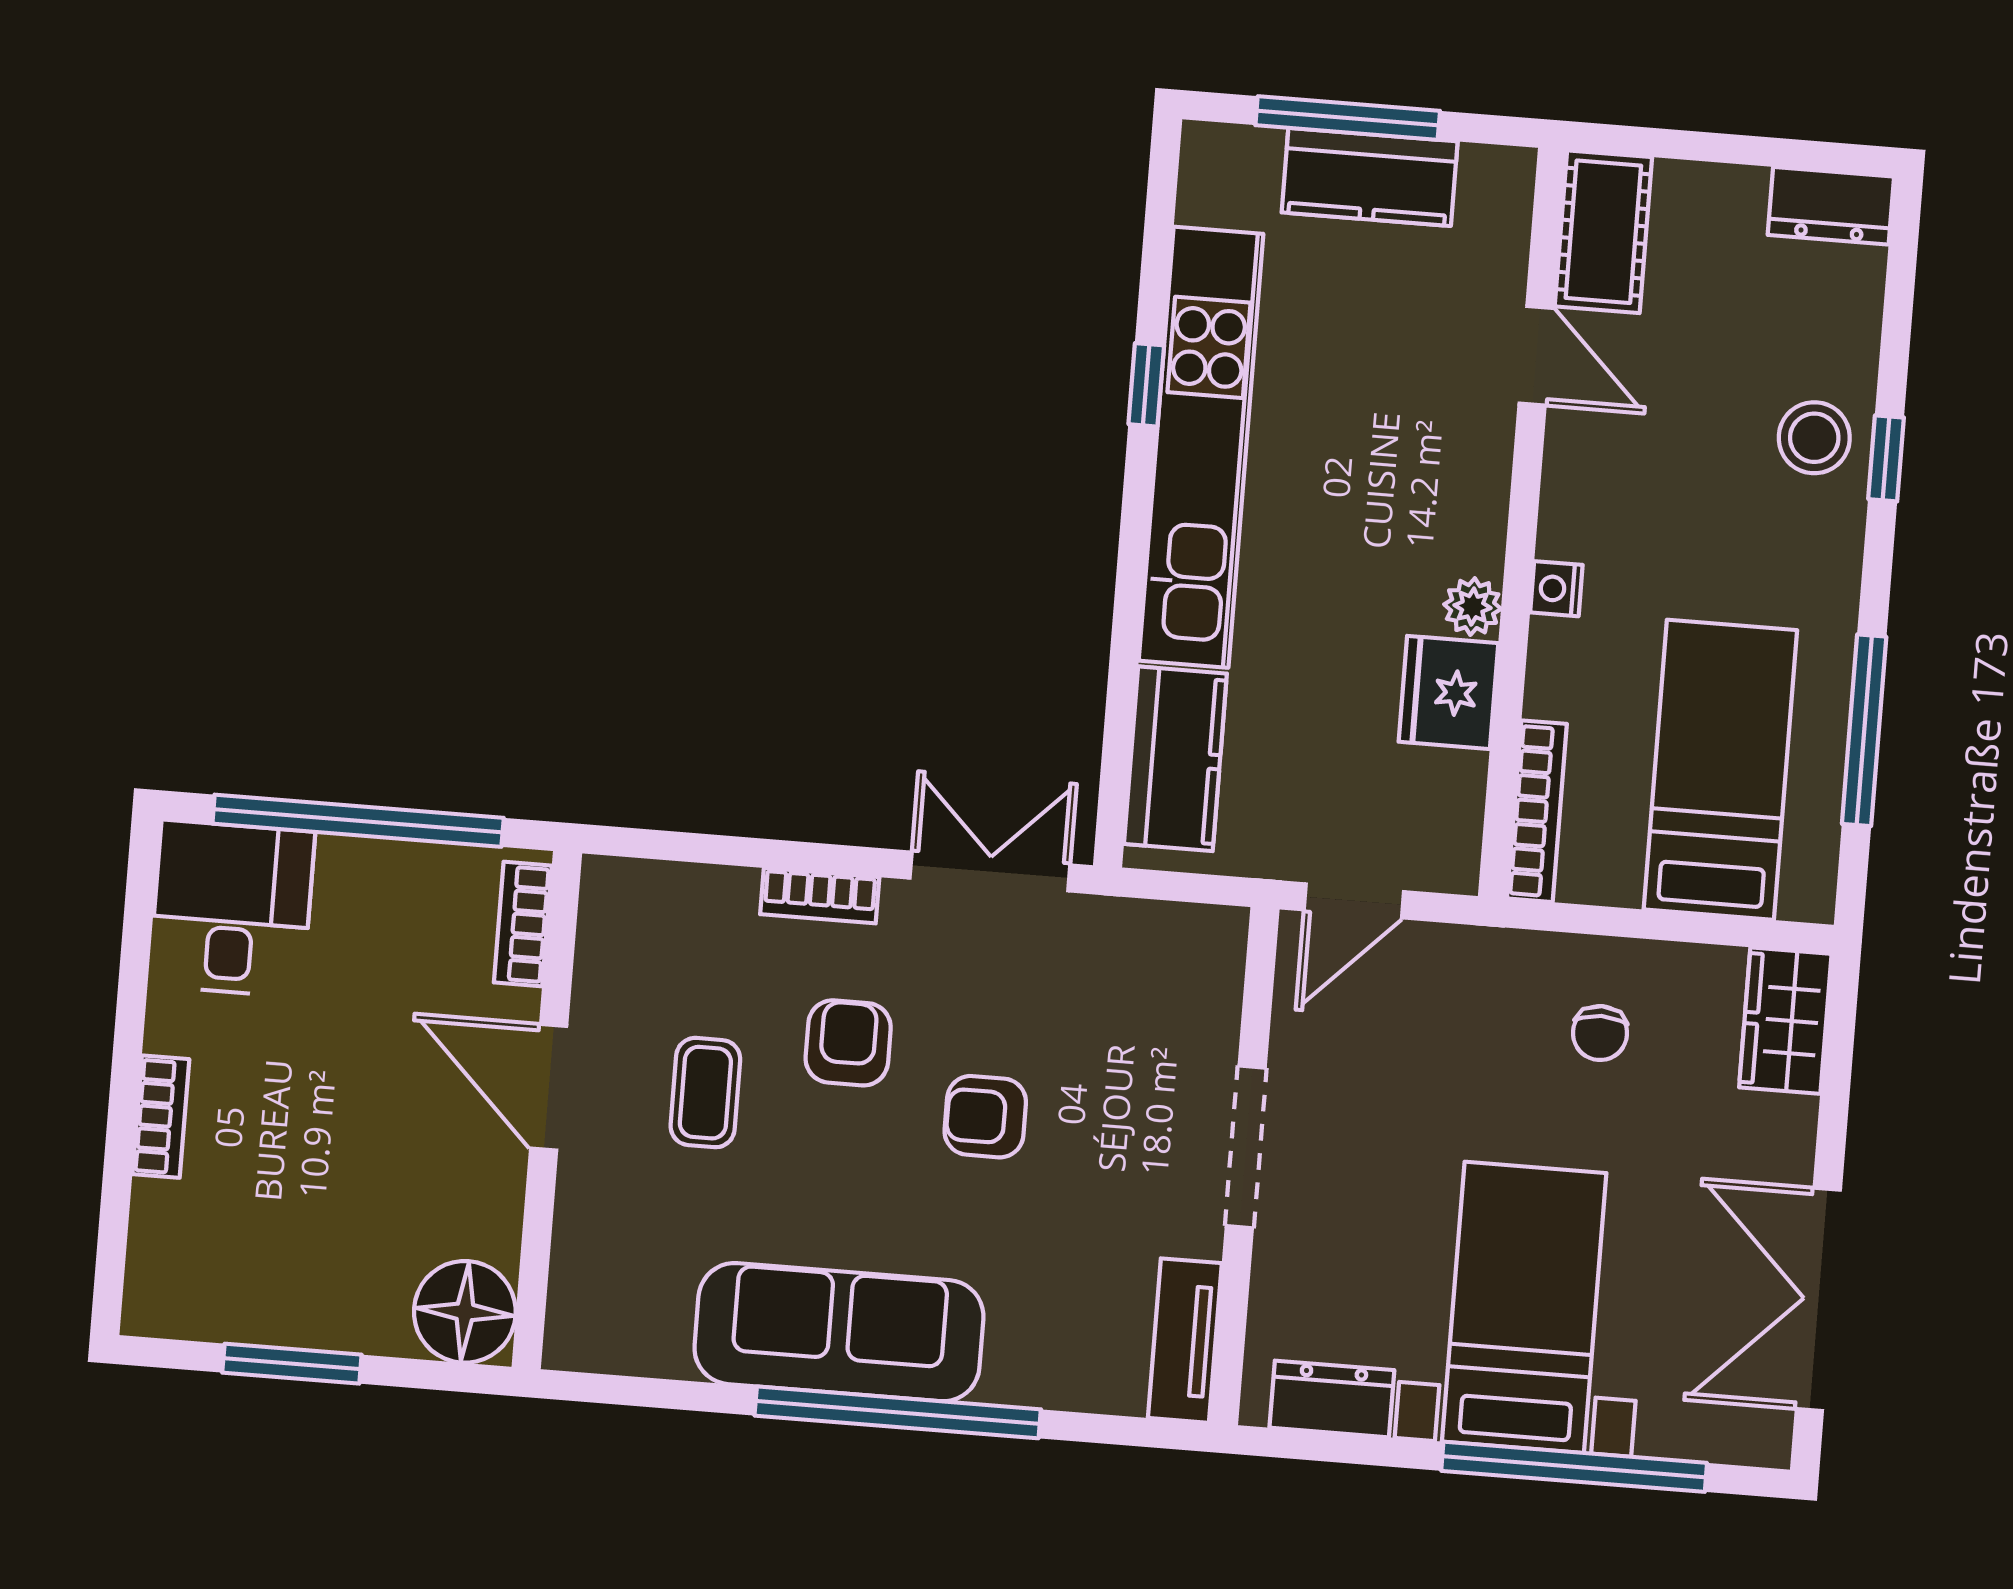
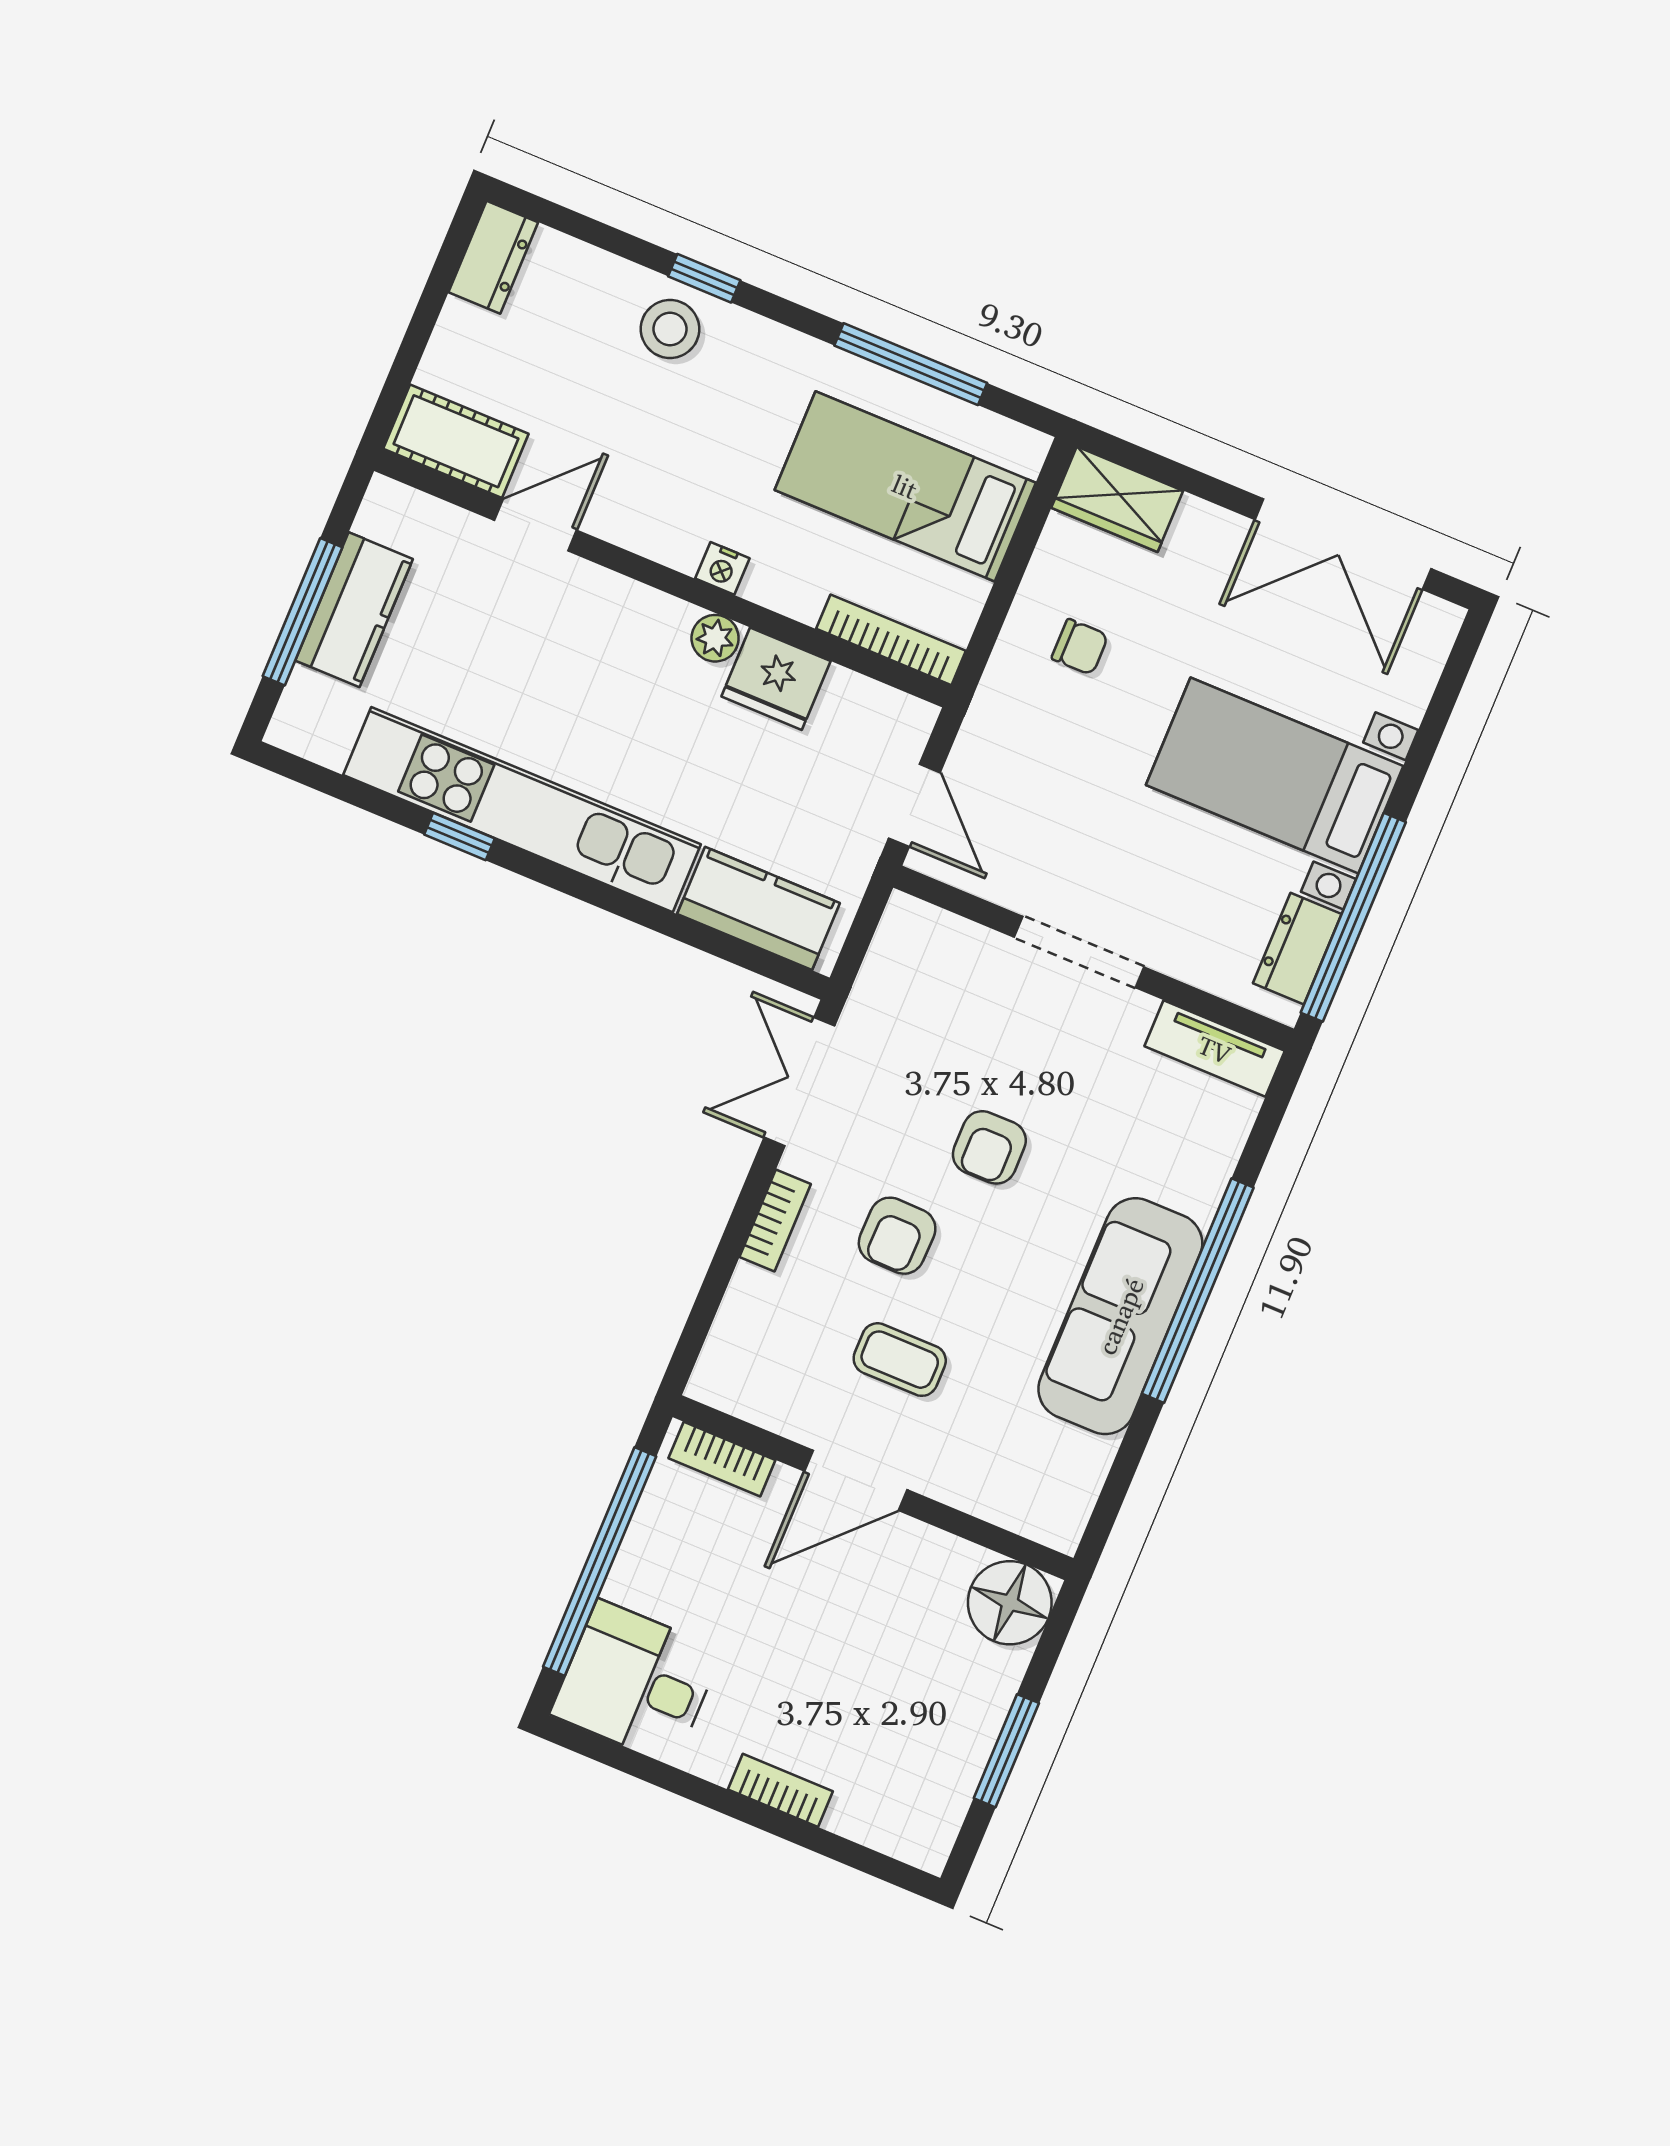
armchair: (848, 1043) -> (897, 1236), turned -89
window: (1574, 1467) -> (1353, 917), moved

